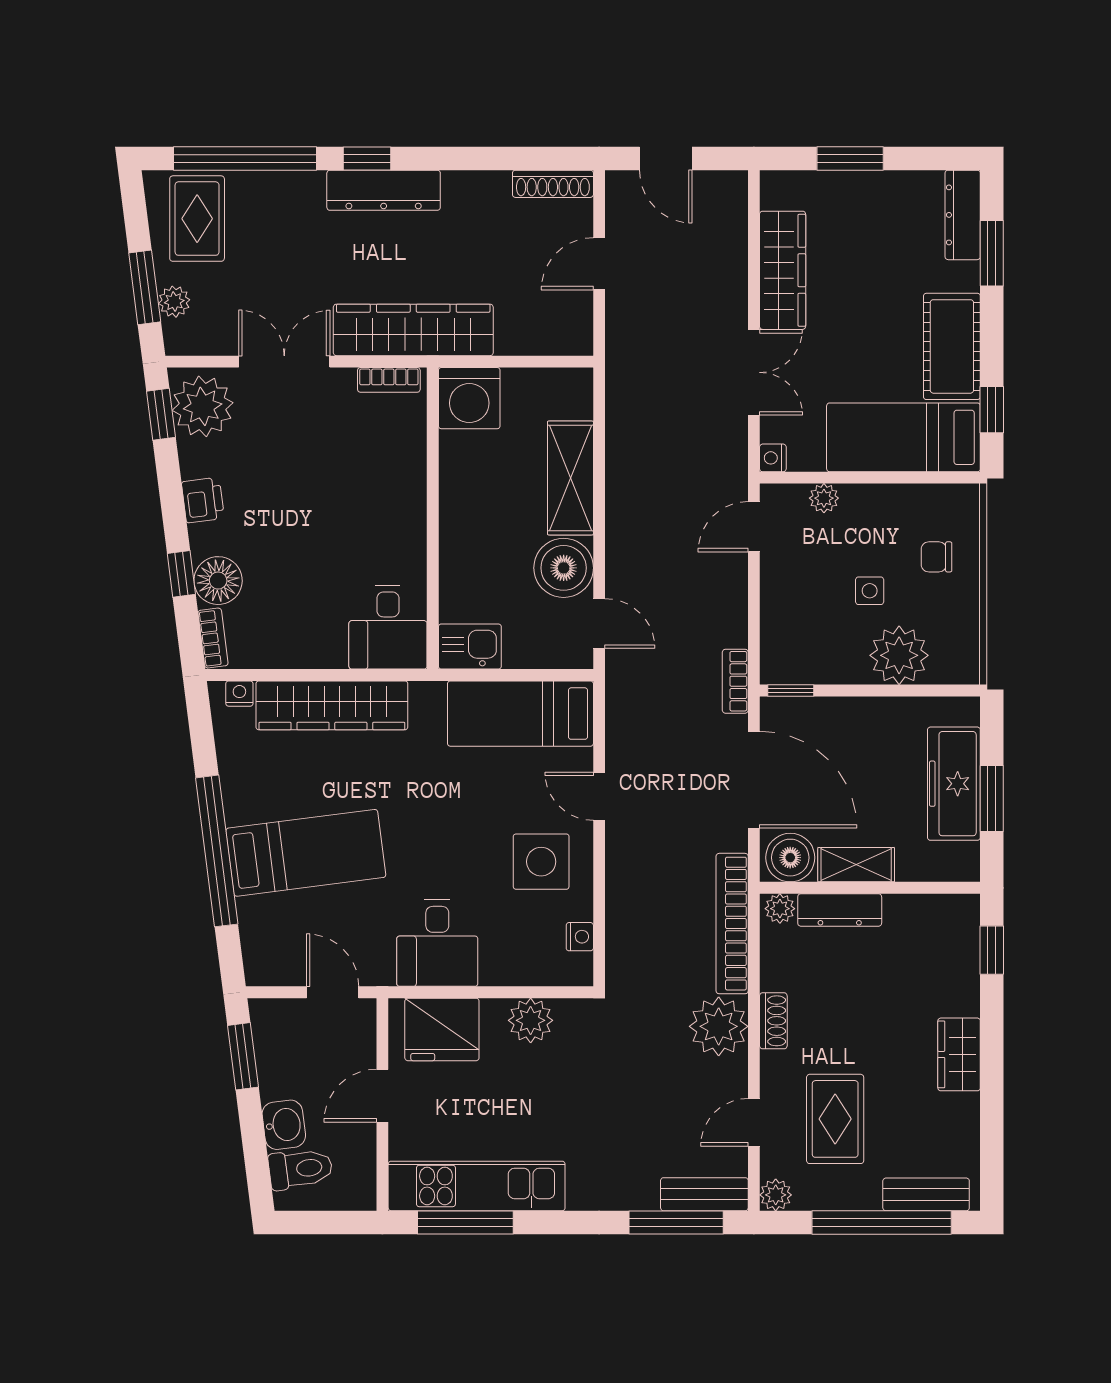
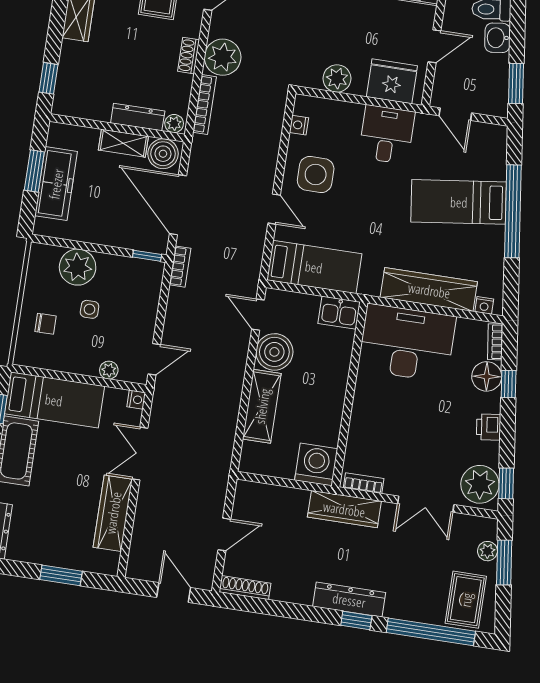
wardrobe: (413, 330) -> (344, 509), width x0.71, depth x0.85
desk: (388, 627) -> (407, 343), width x1.87, depth x1.30
bookcase: (732, 924) -> (204, 105), width x0.68, depth x0.76

